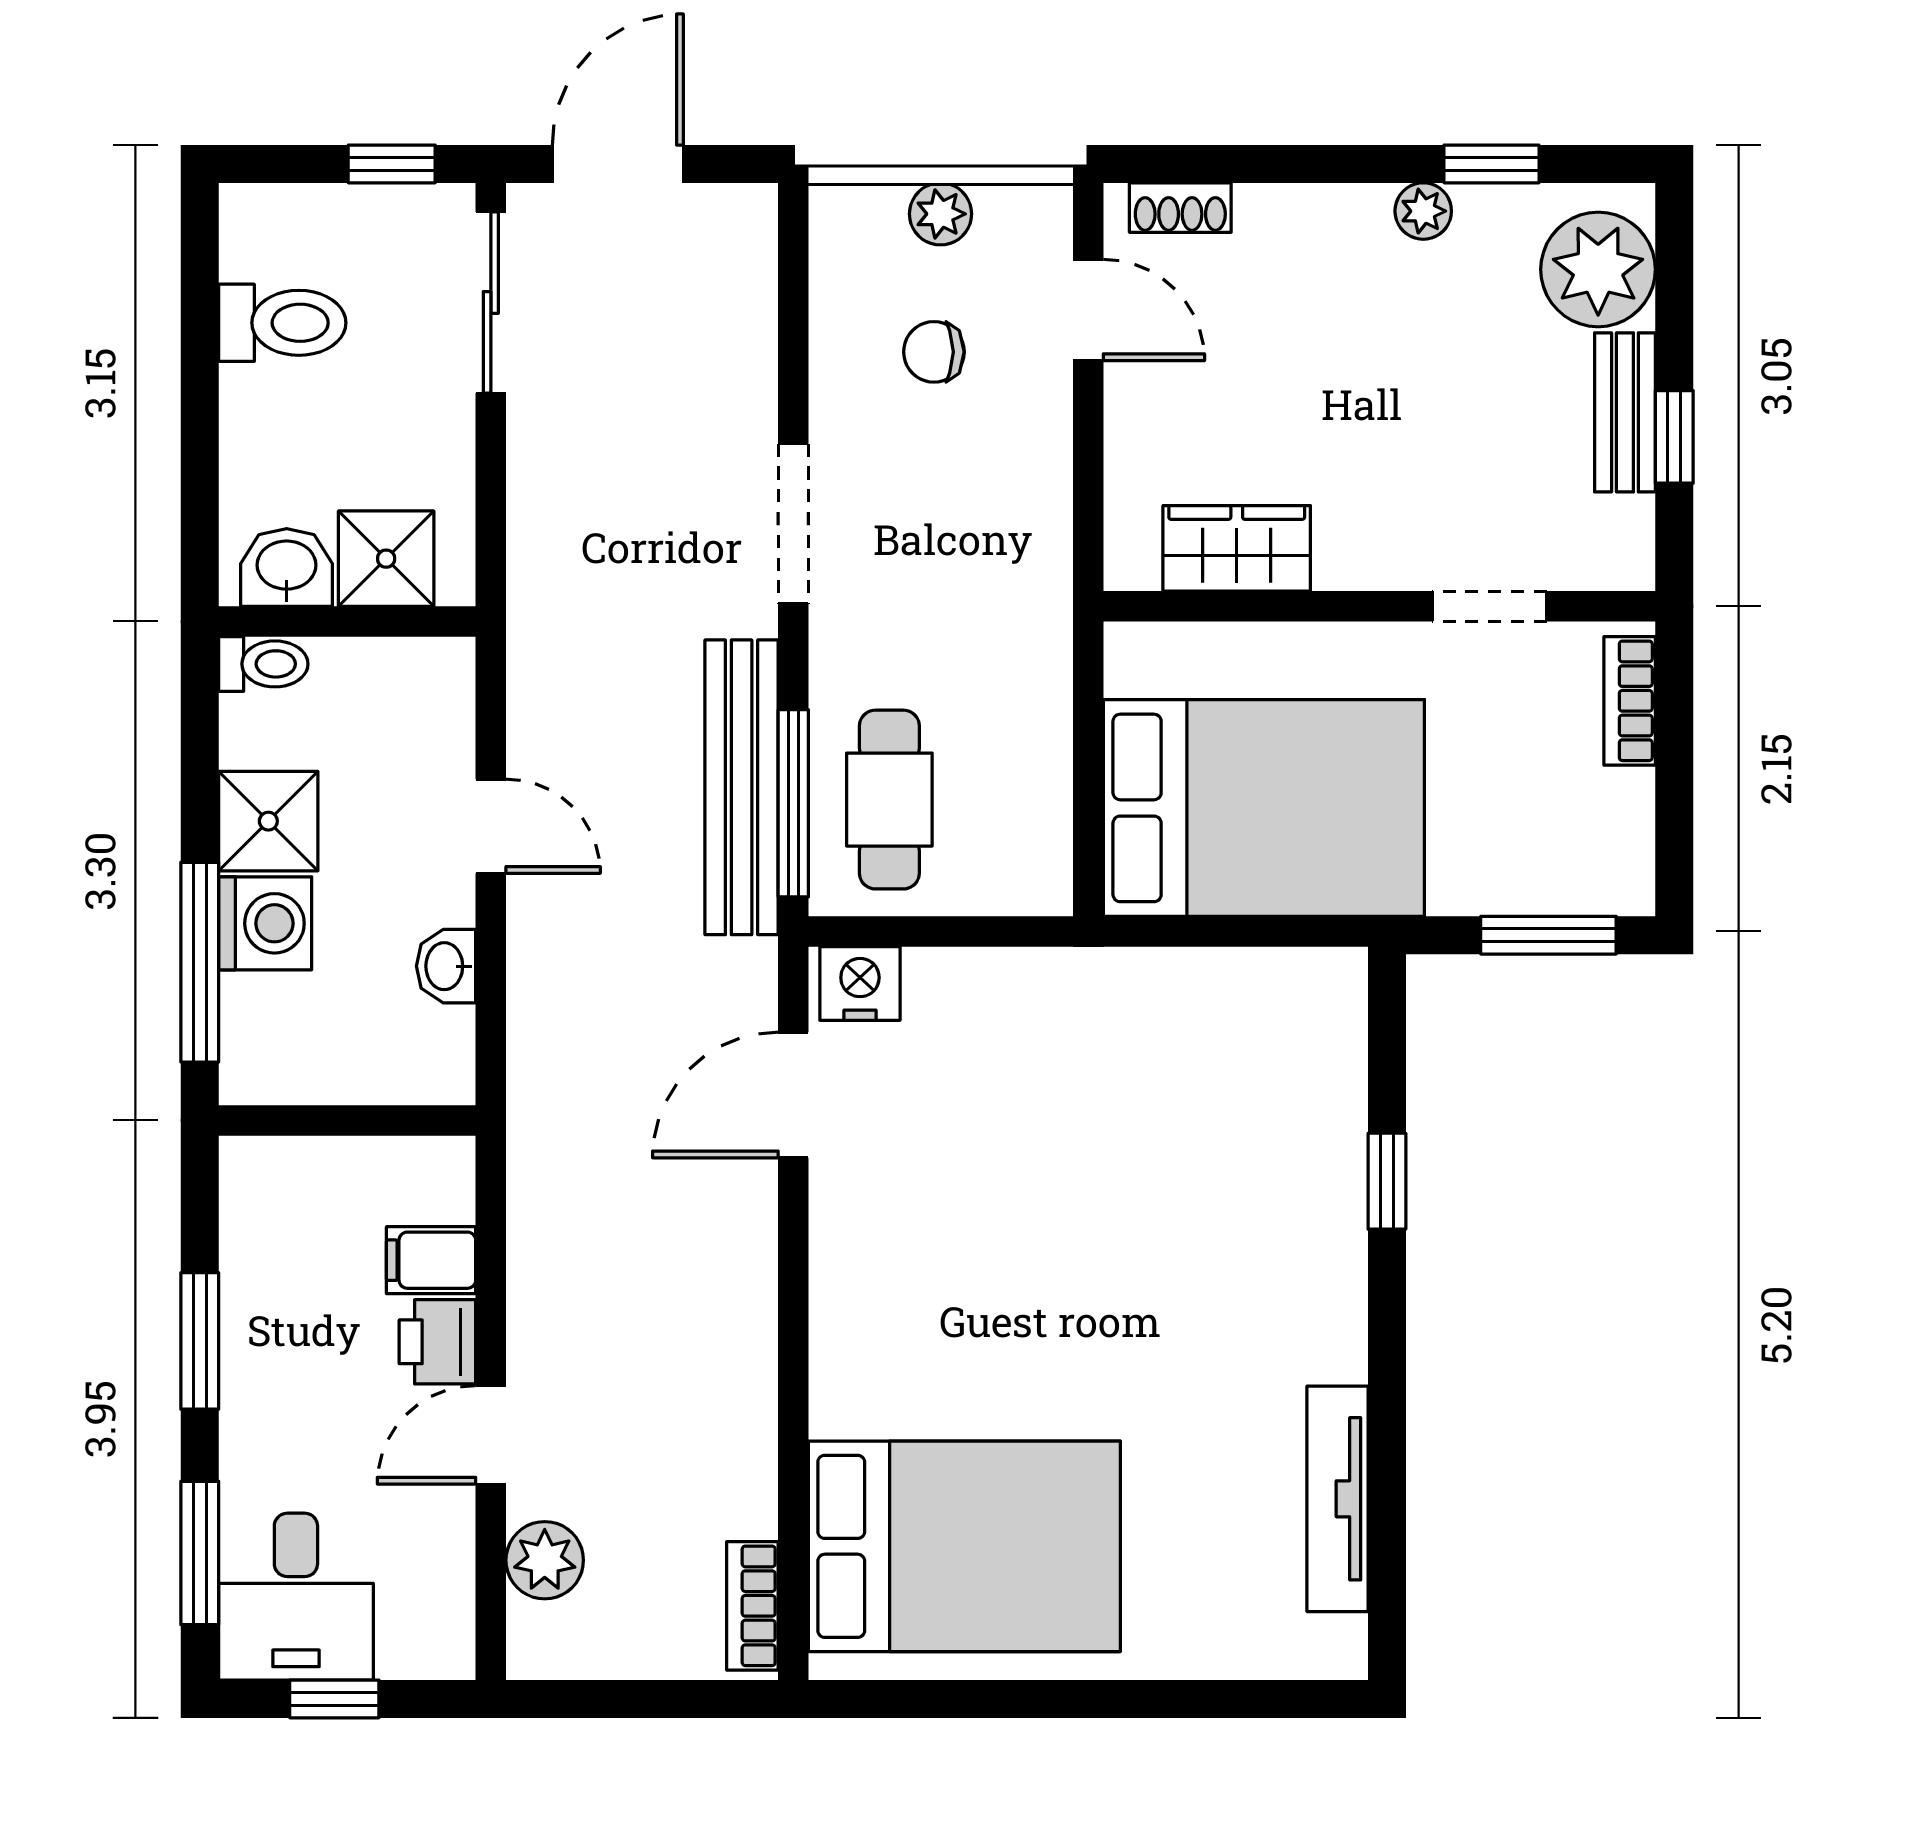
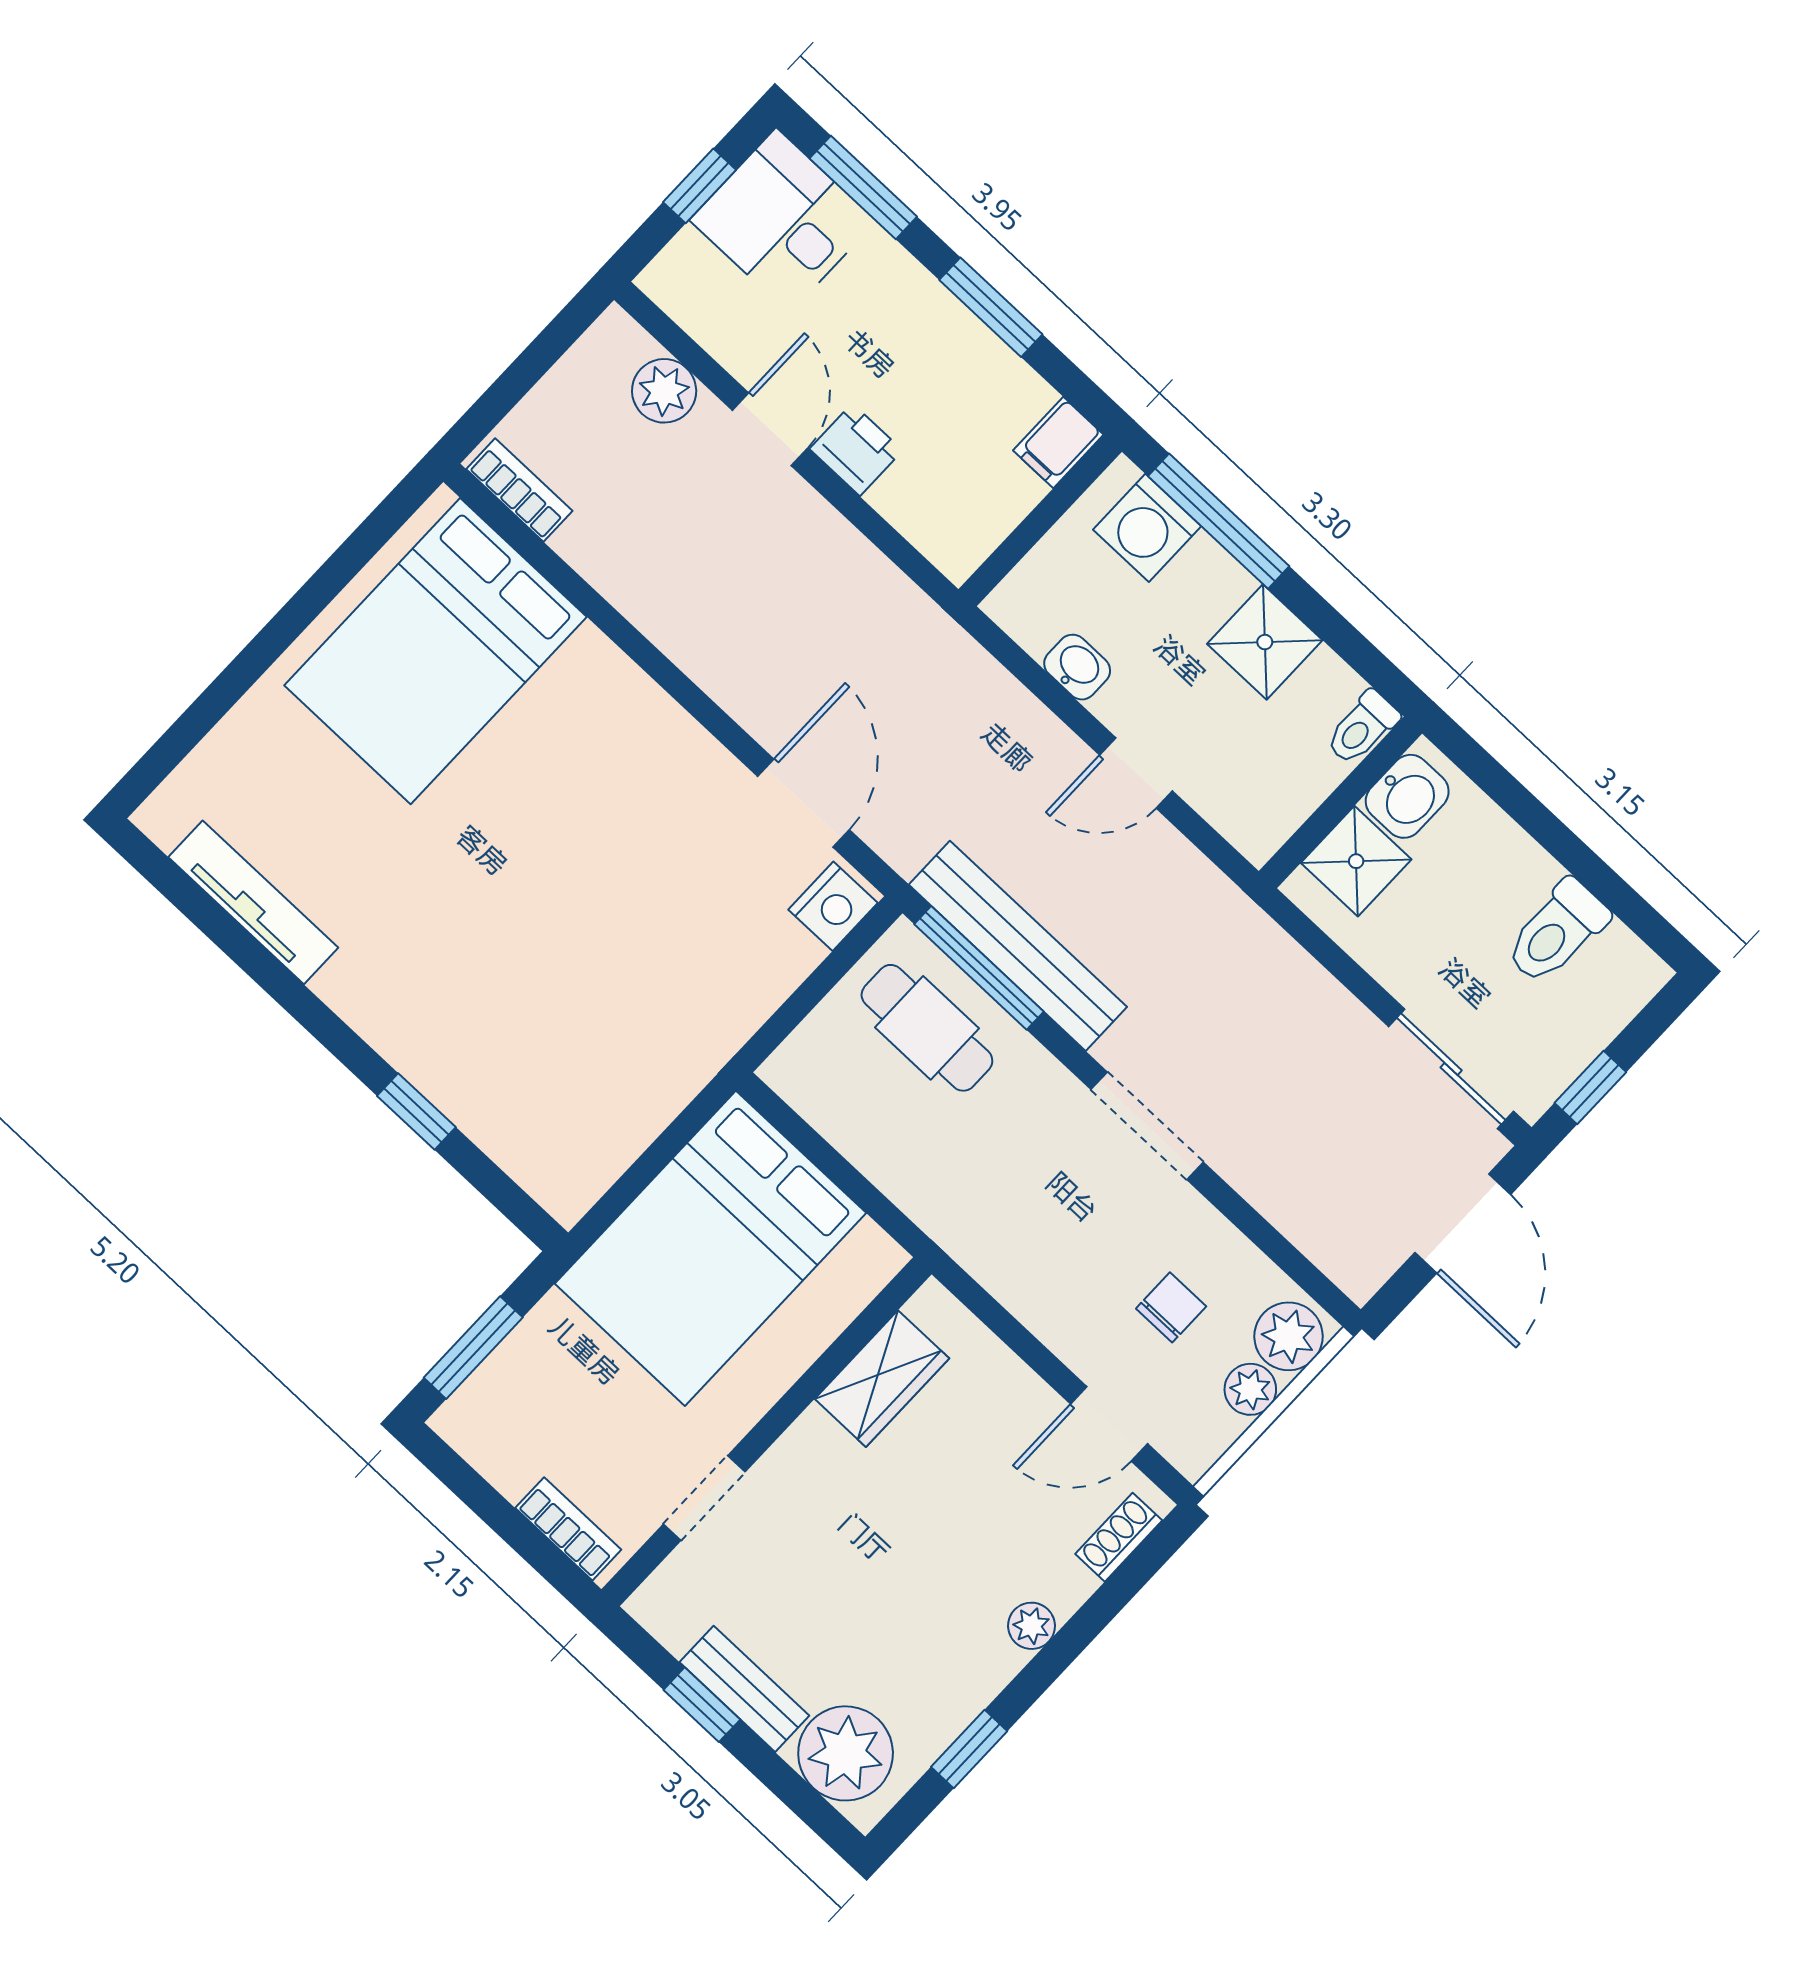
plant: (1423, 211) -> (1031, 1626), moved
plant: (862, 224) -> (1289, 1336), added
washing machine: (265, 923) -> (1147, 528), moved
filing cabinet: (431, 1260) -> (1058, 443), moved, turned 180

